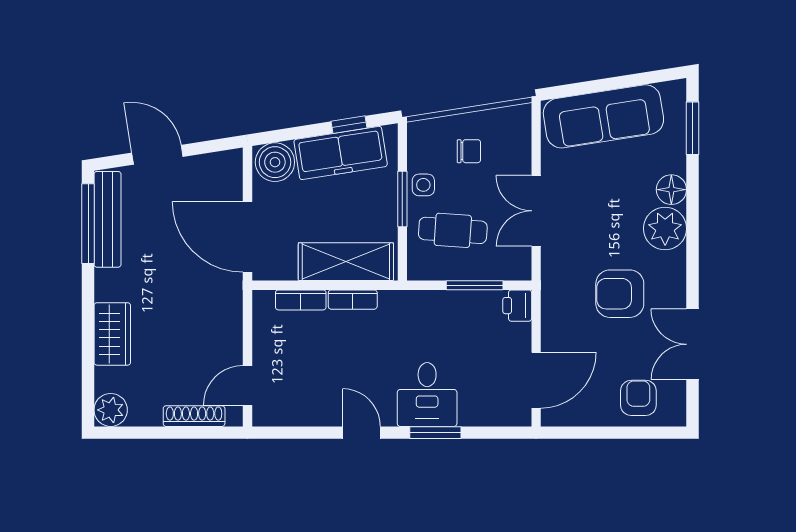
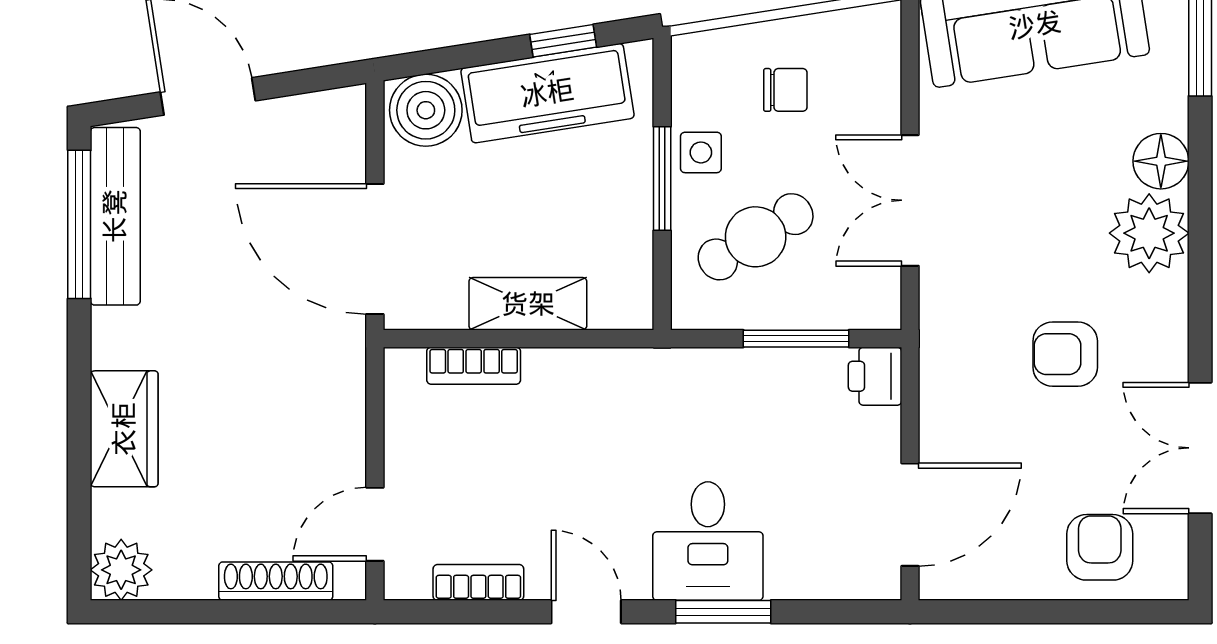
cafe table: (453, 230) -> (756, 237), turned -35
shelving: (346, 262) -> (528, 304), width x0.67, depth x0.75
armchair: (620, 294) -> (1065, 354), width x0.72, depth x0.72
bookcase: (353, 300) -> (478, 582), moved, turned 180

